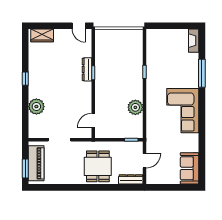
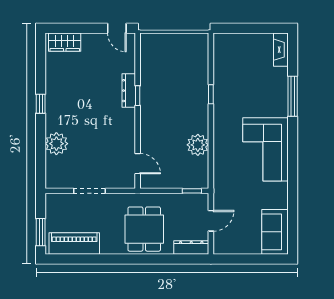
door: (93, 121) -> (138, 164), swing flipped
piano: (36, 163) -> (74, 243), moved, turned -90

